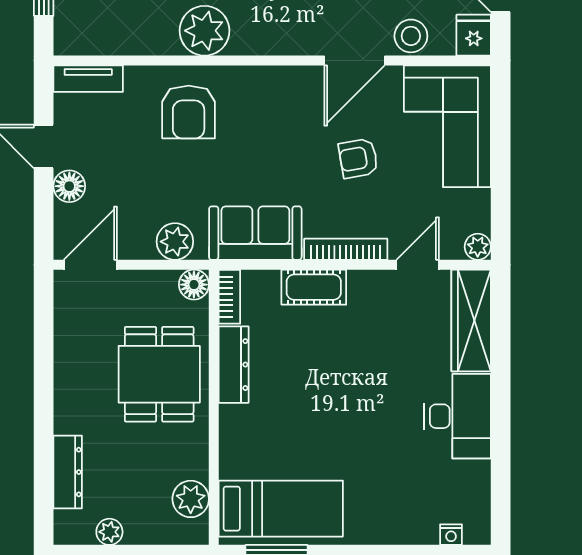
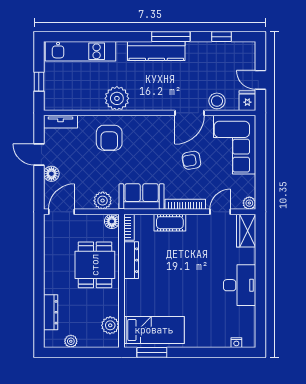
wardrobe: (471, 320) -> (246, 231), width x0.67

